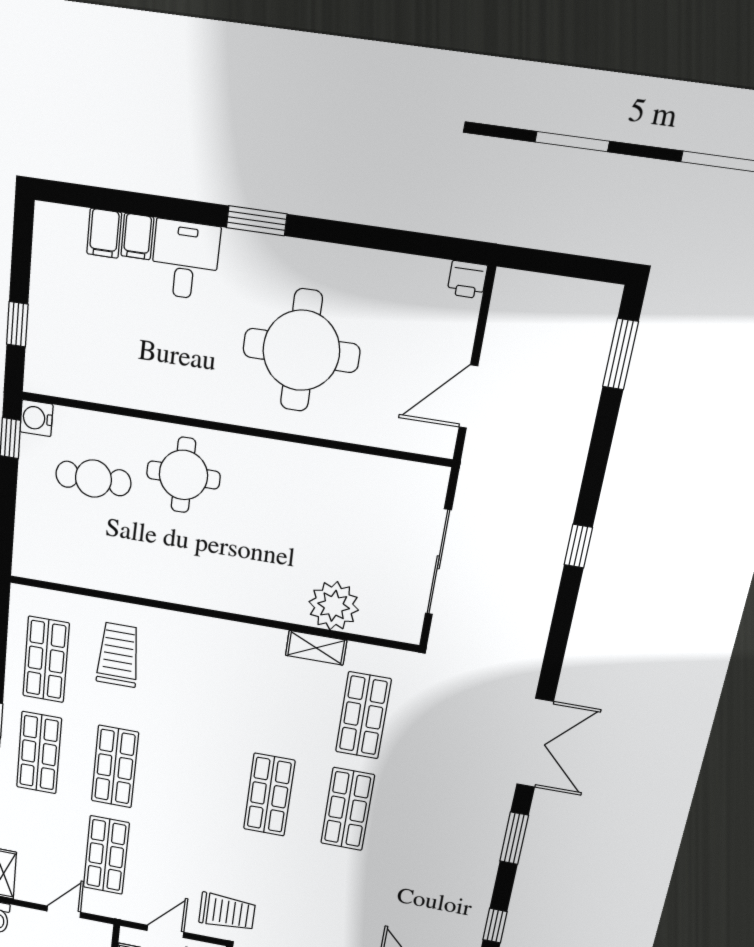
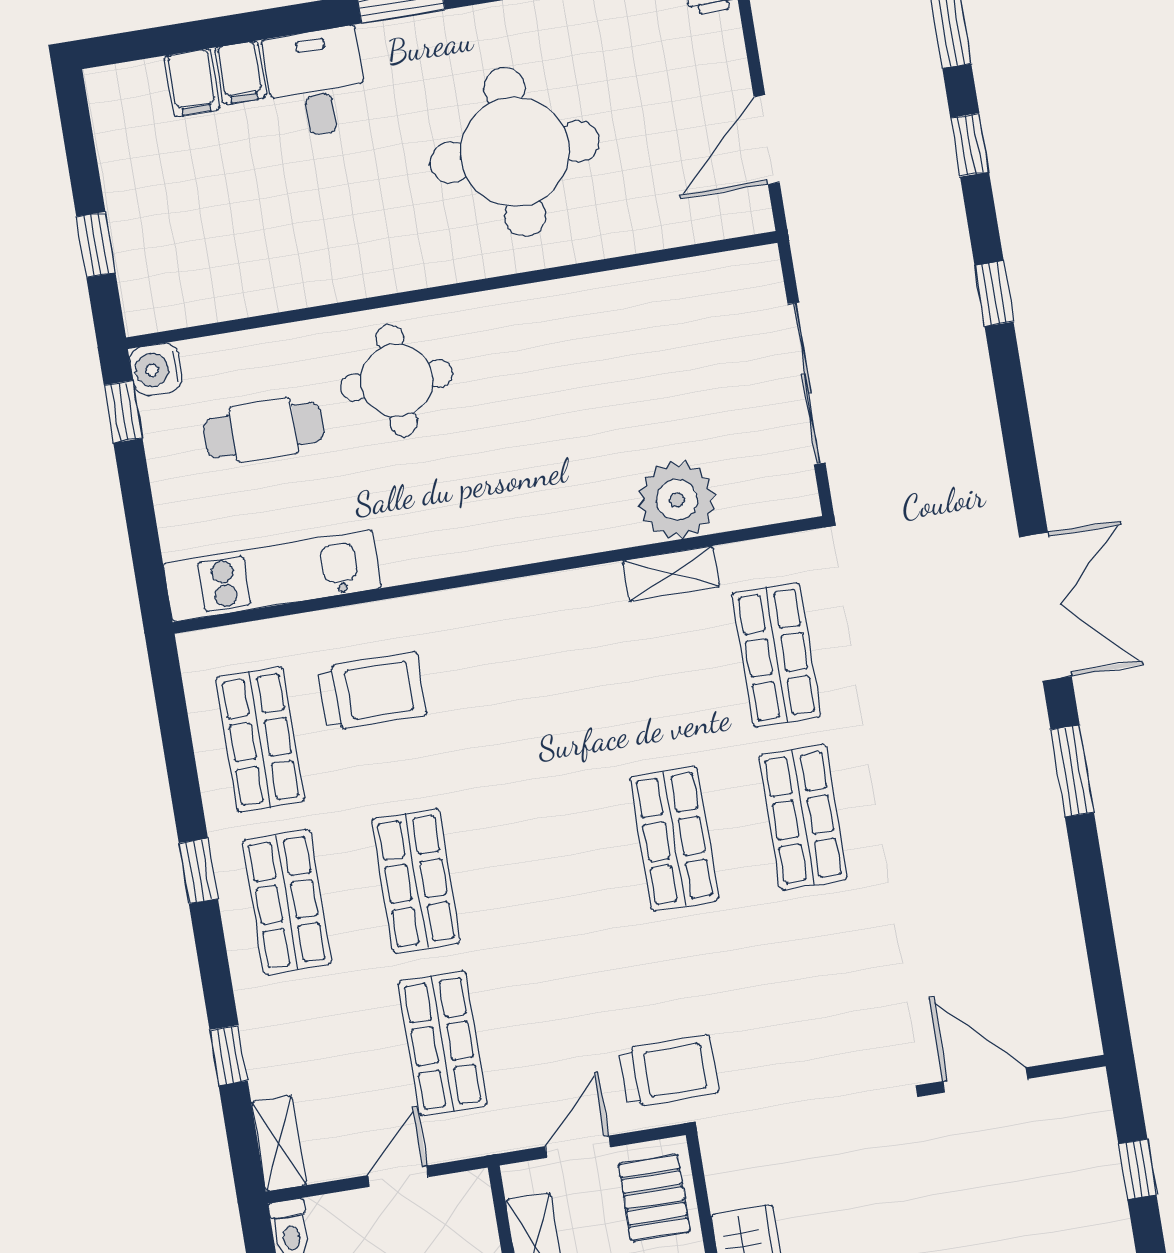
kitchen unit: (77, 568) -> (272, 576), added
trolley: (118, 655) -> (372, 691), turned 90
window: (495, 926) -> (970, 145), moved

